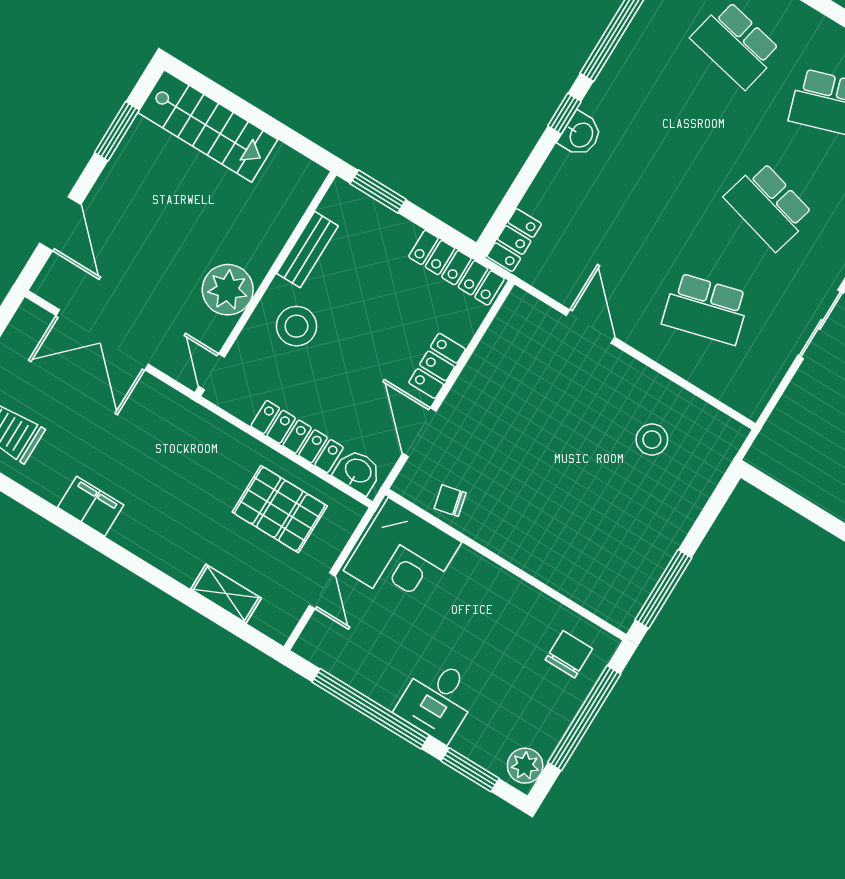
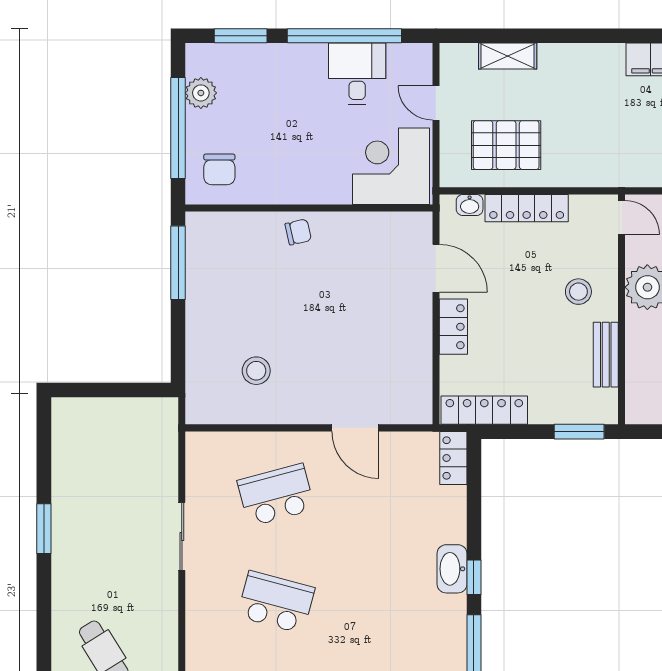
washbasin: (581, 135) -> (452, 569), width x1.38
stool: (296, 326) -> (578, 292), width x0.73, depth x0.73
washbasin: (358, 471) -> (470, 205), width x0.72, depth x0.69
chair: (450, 501) -> (298, 232), moved
desk: (438, 700) -> (357, 74), moved
plant: (525, 766) -> (201, 93), moved

